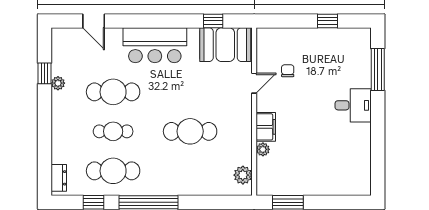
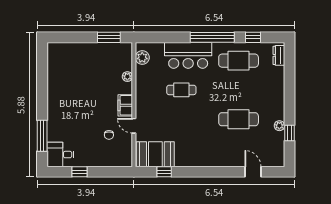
bar counter: (155, 45) -> (188, 55), moved, turned 180
door: (254, 83) -> (134, 126), hinge flipped
desk: (353, 105) -> (60, 155), moved
filing cabinet: (266, 127) -> (125, 105), moved
cafe table: (113, 131) -> (239, 90), removed
cafe table: (190, 131) -> (181, 90), width x0.73, depth x0.74

